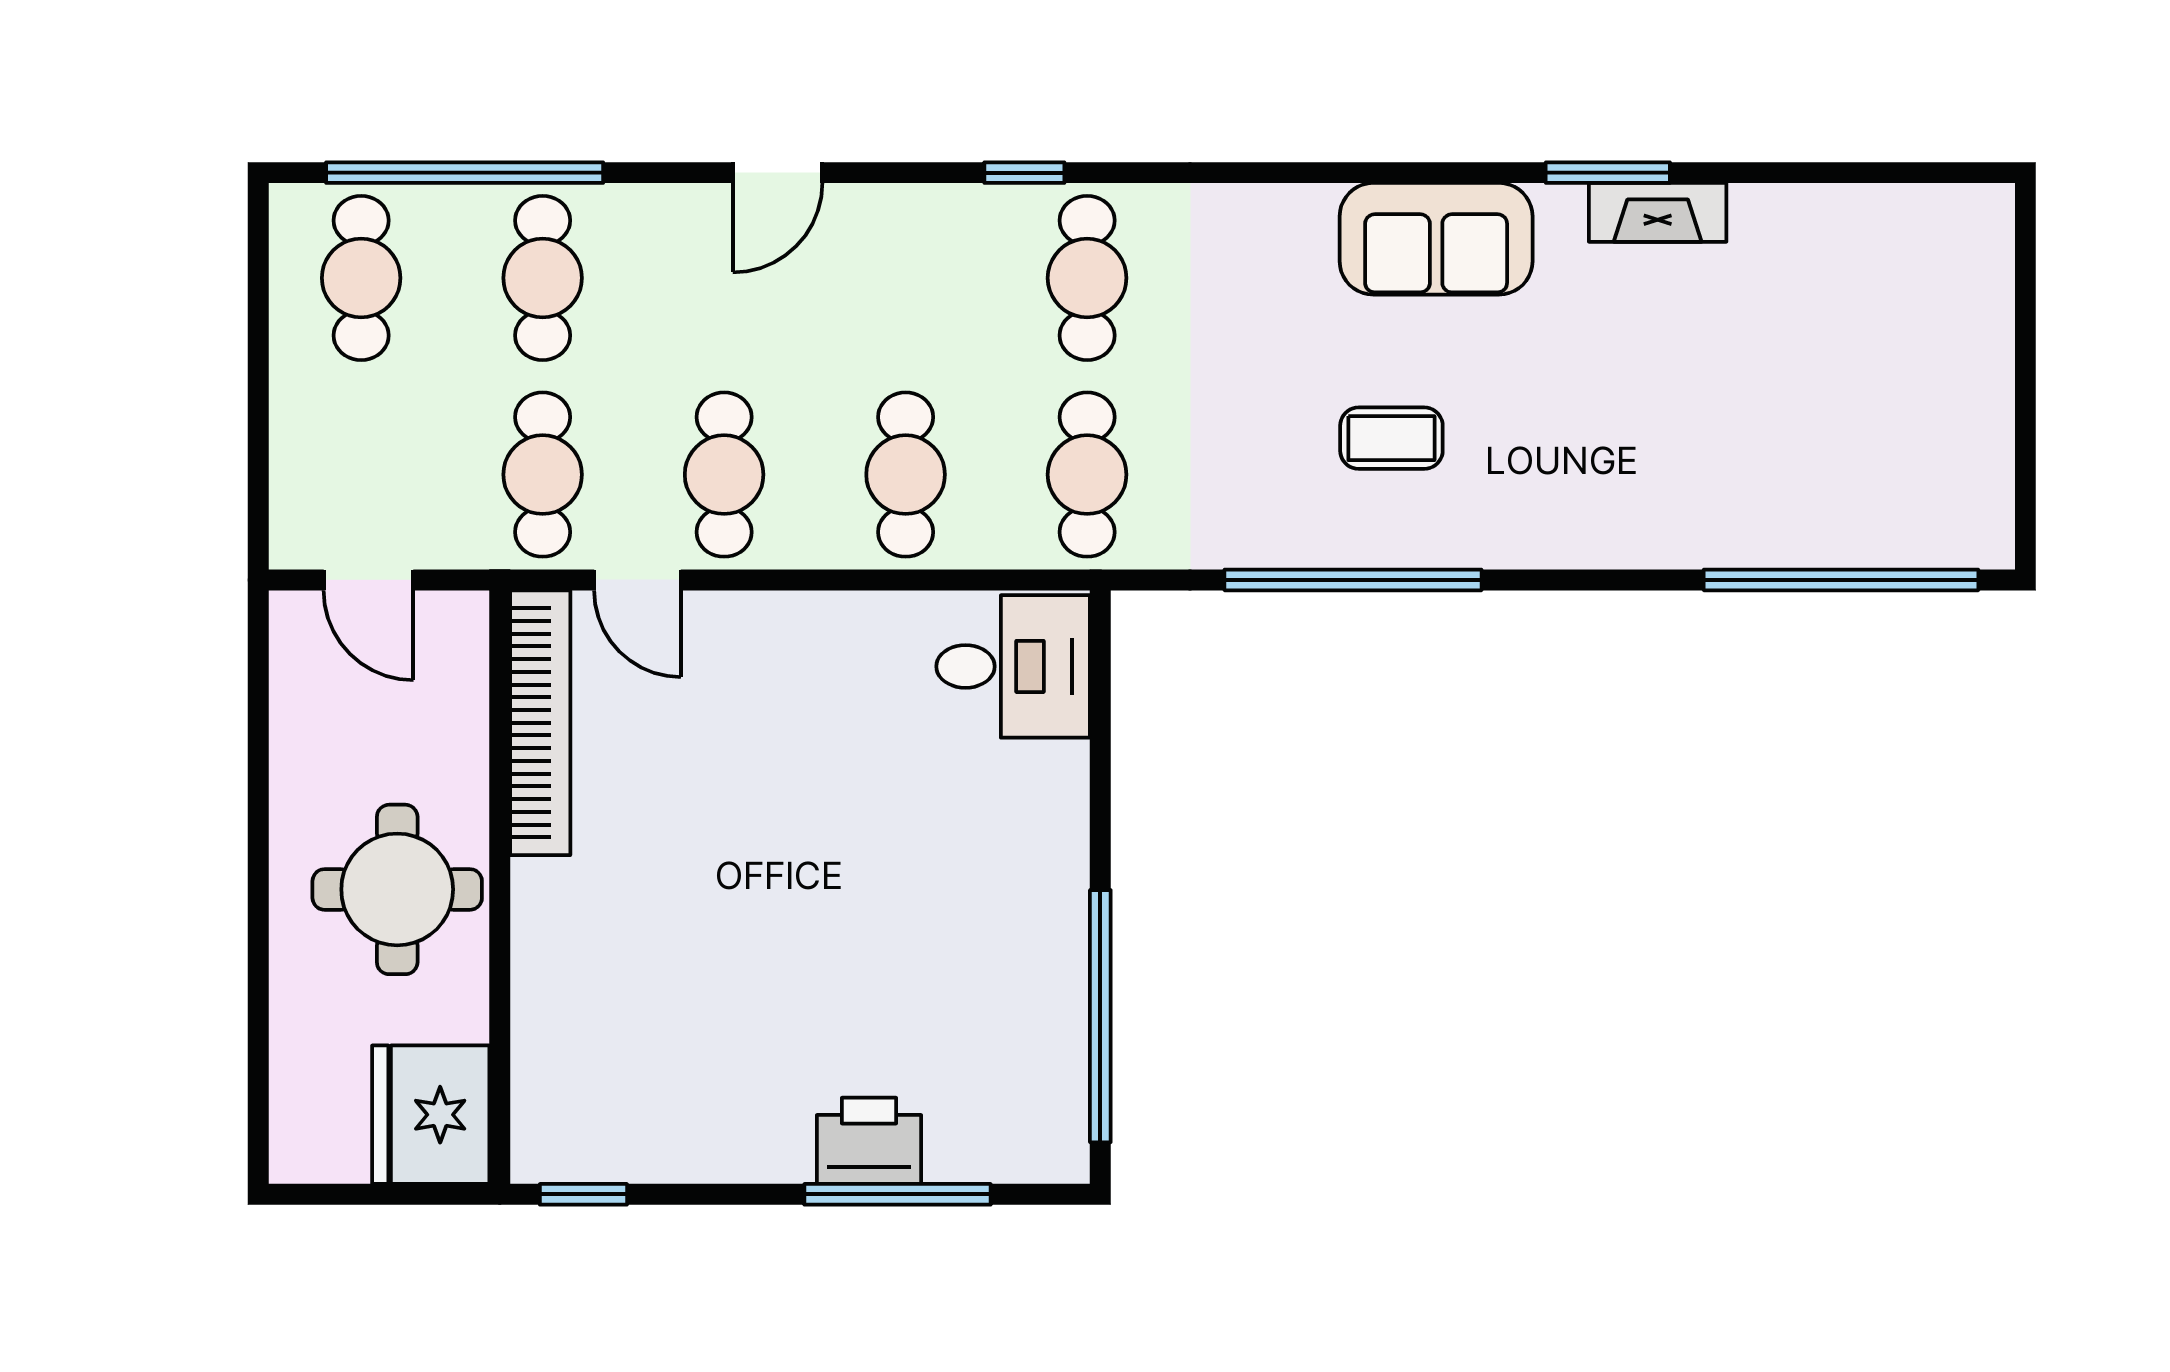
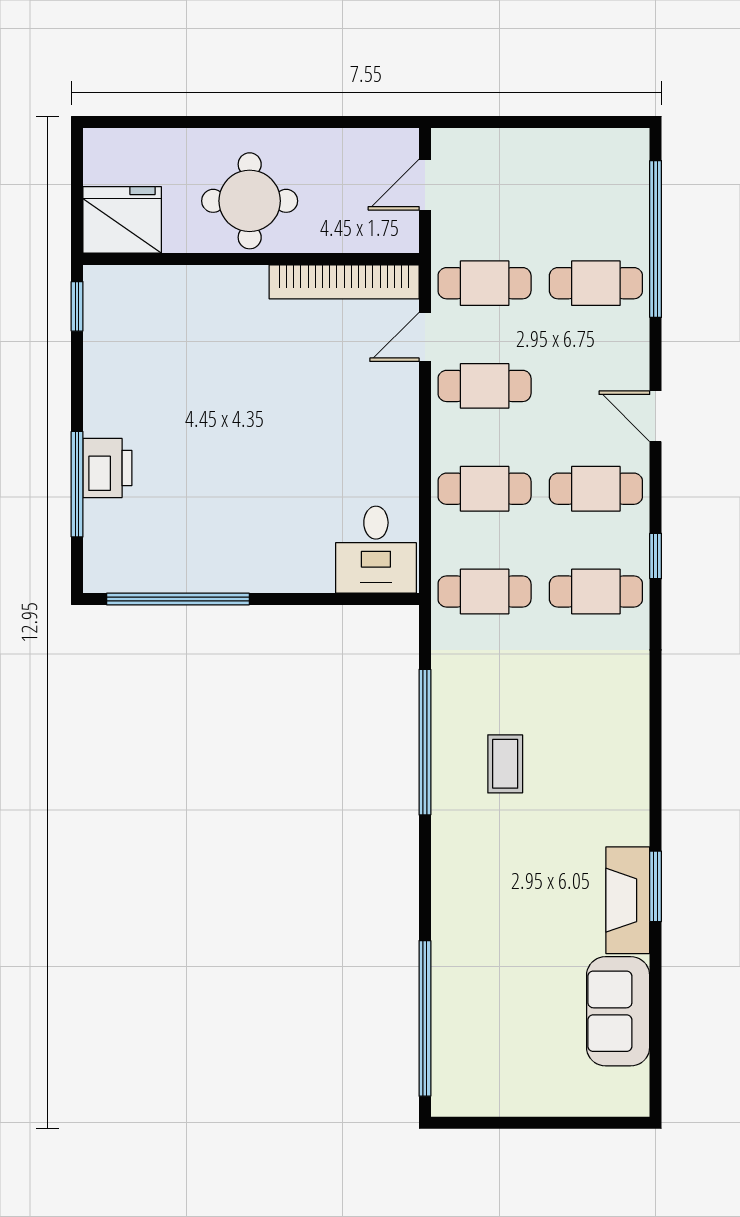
fireplace: (1658, 212) -> (628, 900), width x1.37, depth x1.32
sofa: (1436, 239) -> (618, 1011), moved
cafe table: (361, 278) -> (596, 489), moved

